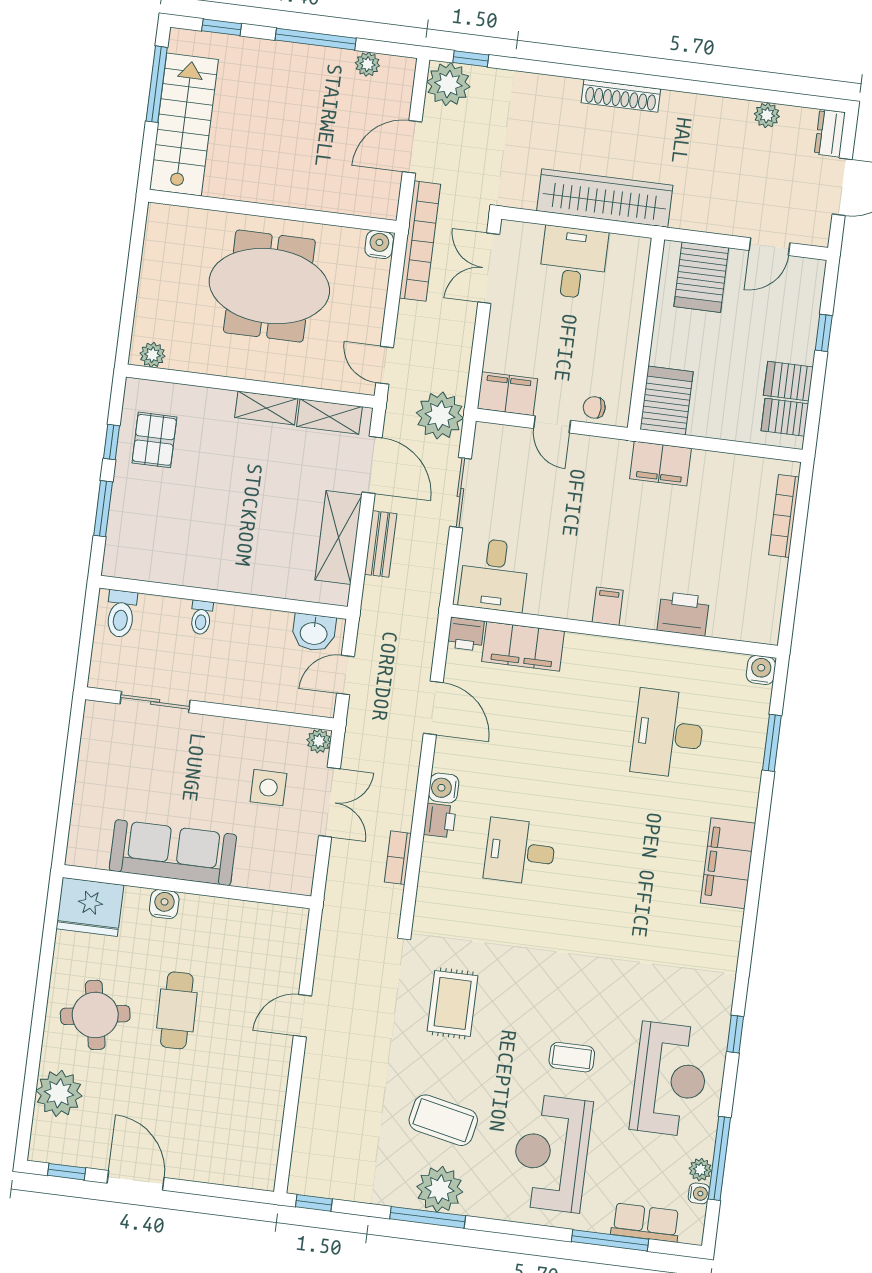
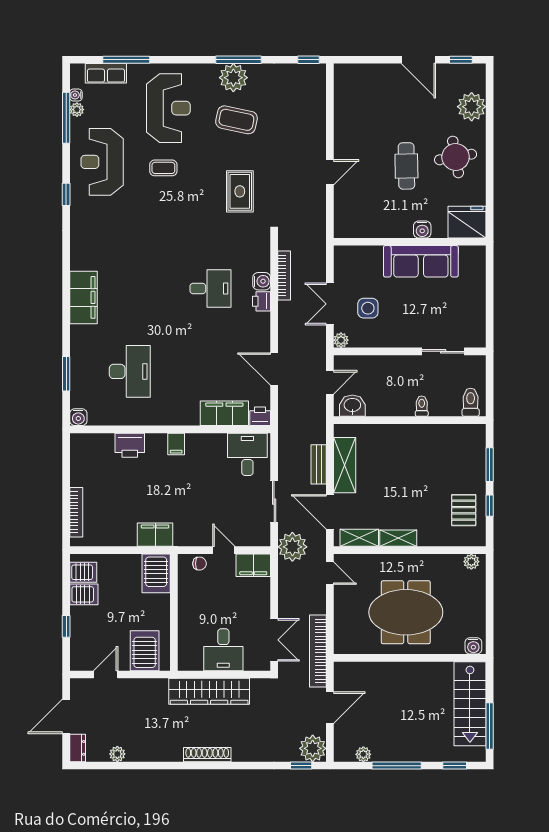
water cooler: (379, 245) -> (473, 646), moved
water cooler: (444, 788) -> (262, 281), moved
bookcase: (398, 858) -> (284, 276), width x1.56

